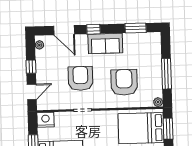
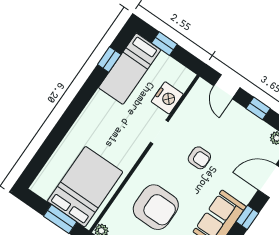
armchair: (80, 78) -> (199, 158), width x0.53, depth x0.53
nightstand: (45, 120) -> (167, 98), moved

